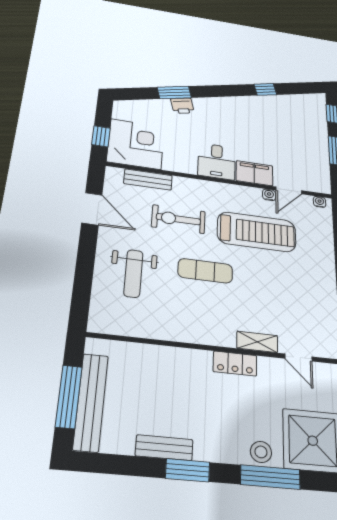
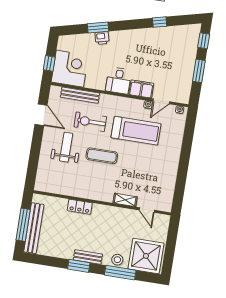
bench: (148, 179) -> (80, 95), width x1.36
weight bench: (133, 273) -> (66, 147), moved, turned 180
locker: (235, 364) -> (80, 207), moved
bench: (164, 448) -> (88, 257), moved

